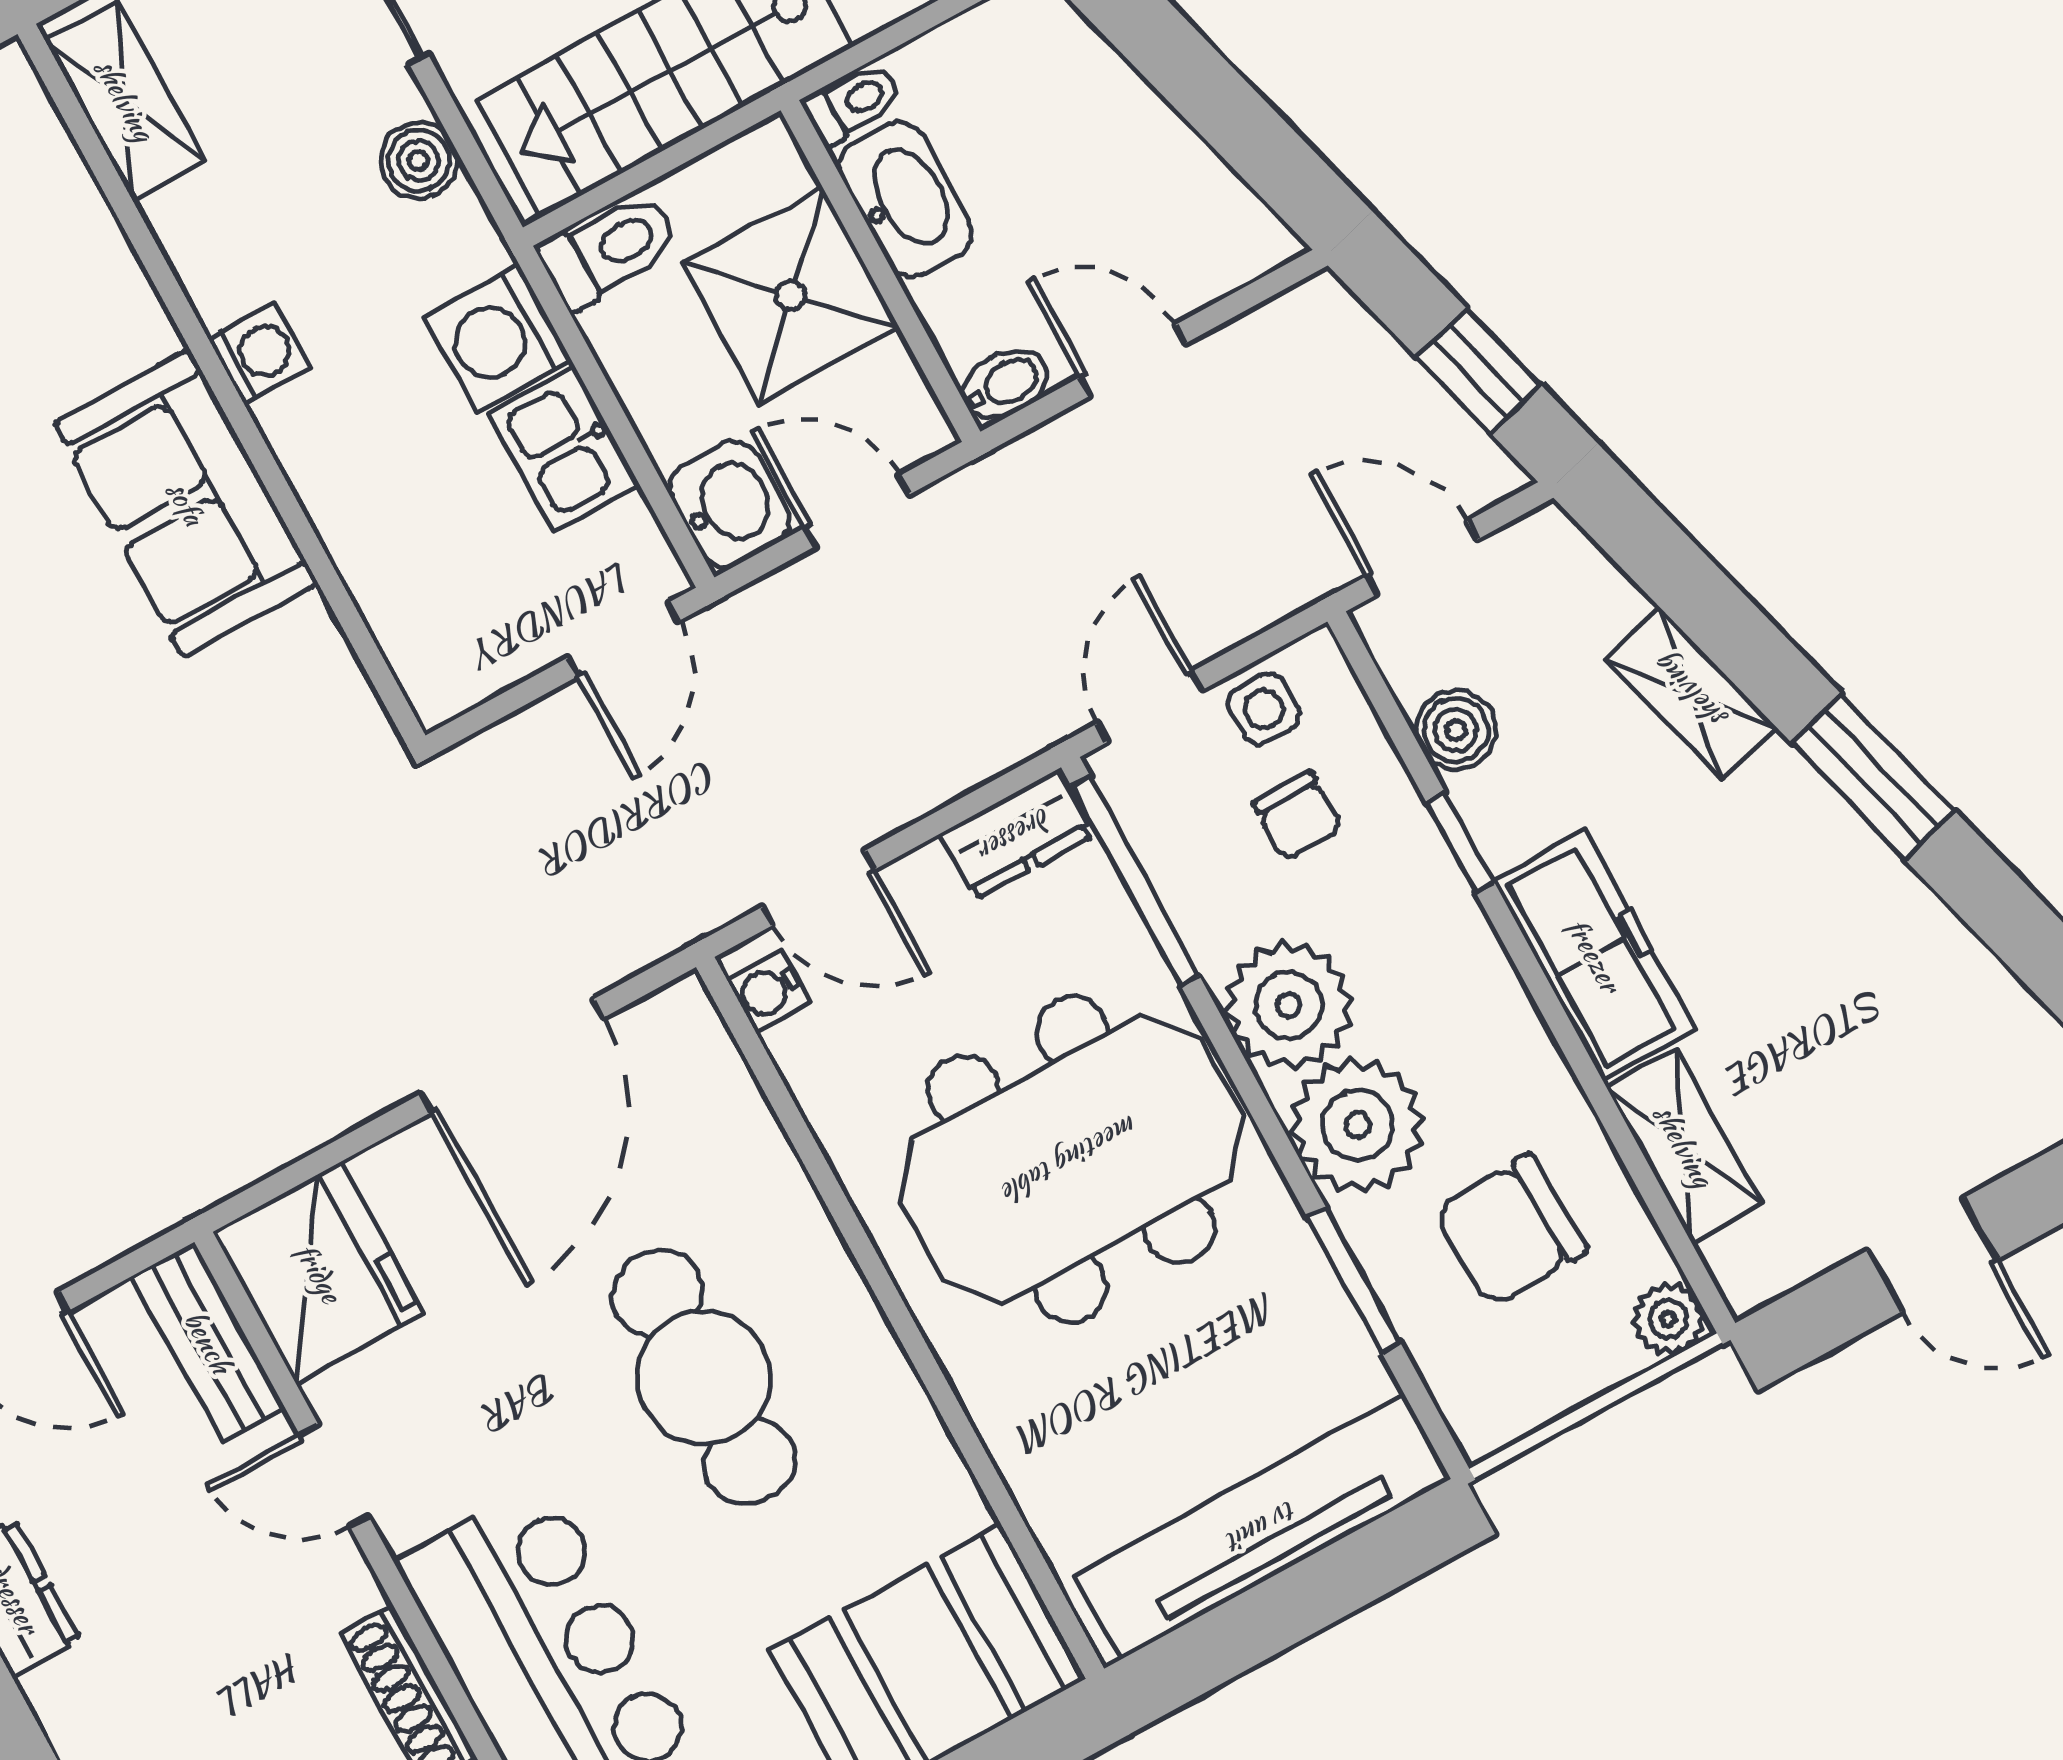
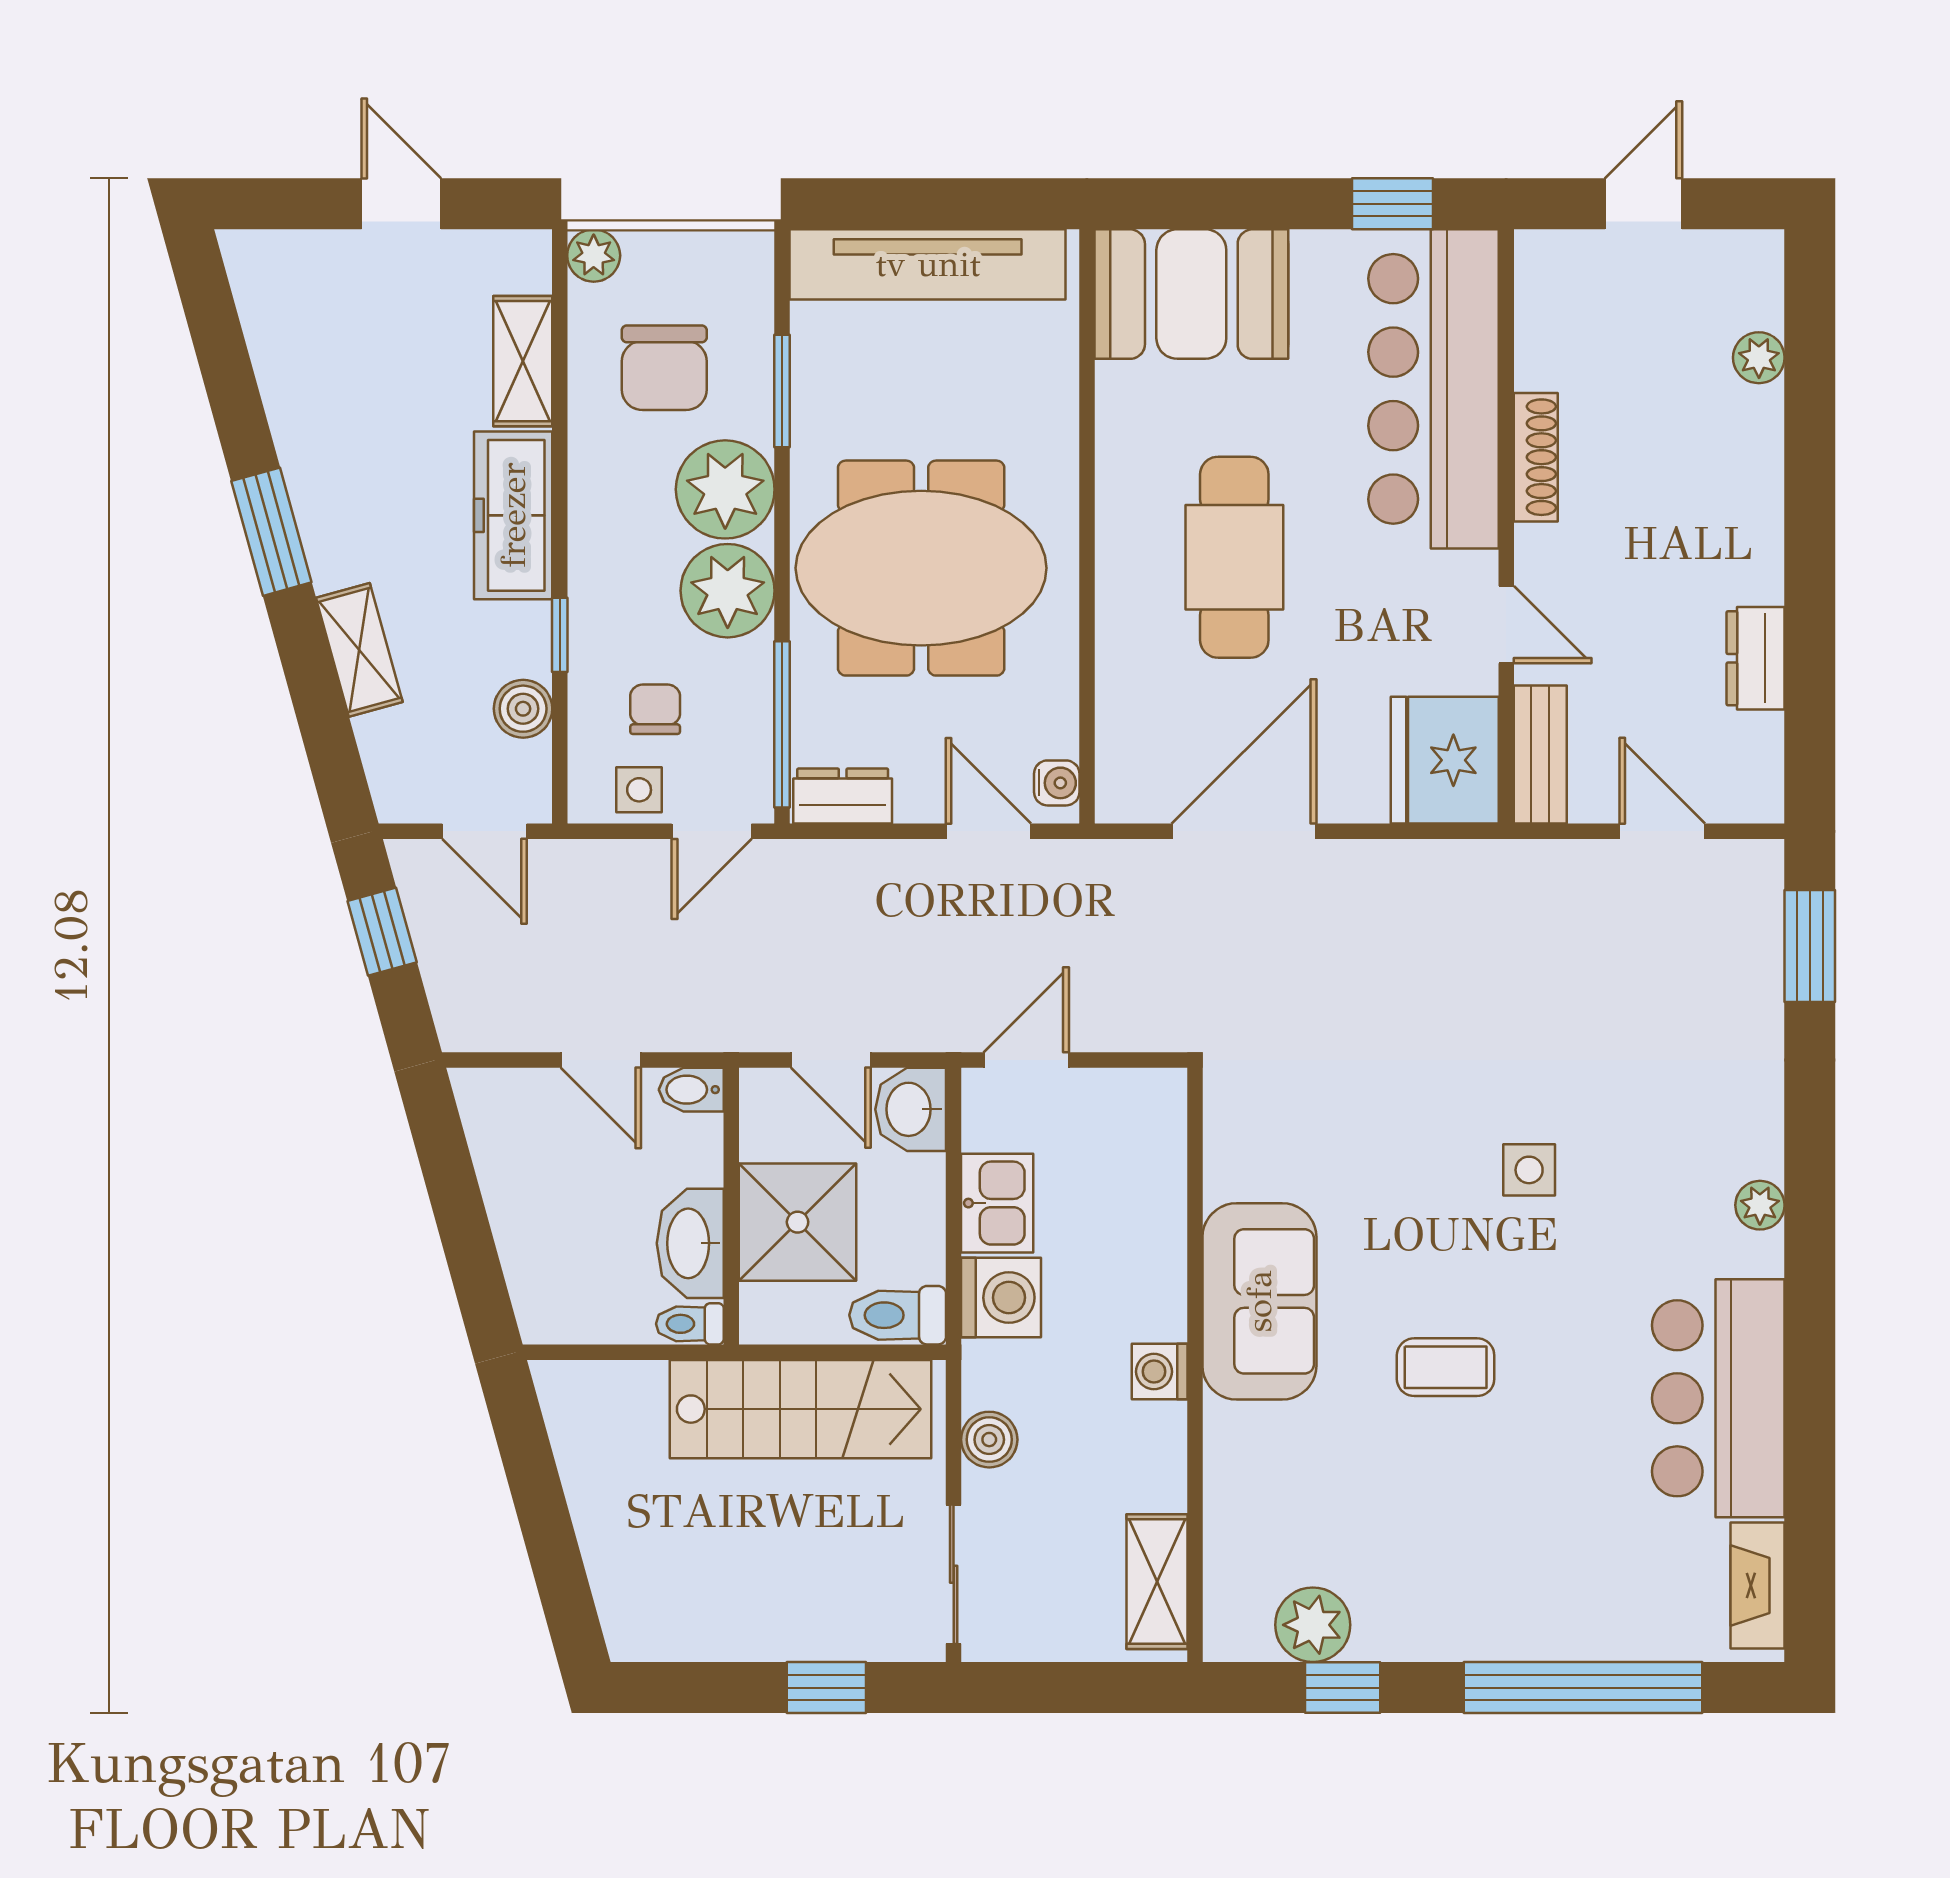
chair: (1510, 1231) -> (664, 368), turned 92

